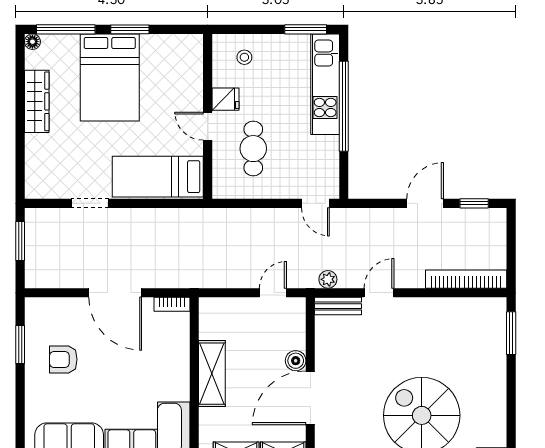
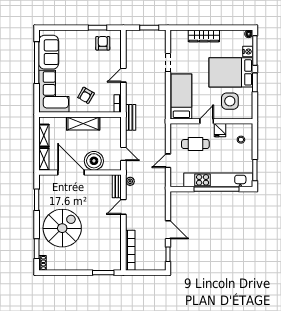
nightstand: (68, 44) -> (248, 52), added
side table: (167, 79) -> (230, 101), added
kitchen unit: (325, 84) -> (218, 180), width x1.36
wardrobe: (37, 101) -> (204, 36), moved
door: (315, 203) -> (168, 161), moved
bench: (200, 278) -> (131, 117), added
door: (115, 293) -> (123, 75), width x0.53
door: (379, 293) -> (123, 207), swing flipped
armchair: (63, 359) -> (103, 43), moved
boiler: (296, 361) -> (94, 161), width x1.86, depth x1.86
armchair: (156, 368) -> (86, 95), added

